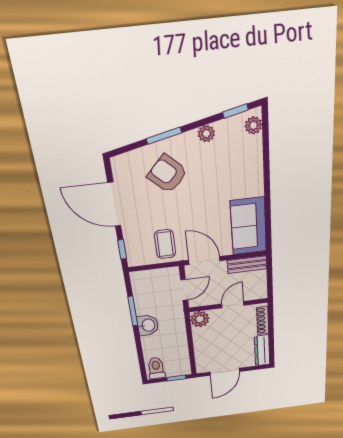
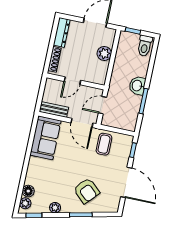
floor lamp: (254, 145) -> (28, 191), added
plant: (200, 319) -> (104, 53), moved

